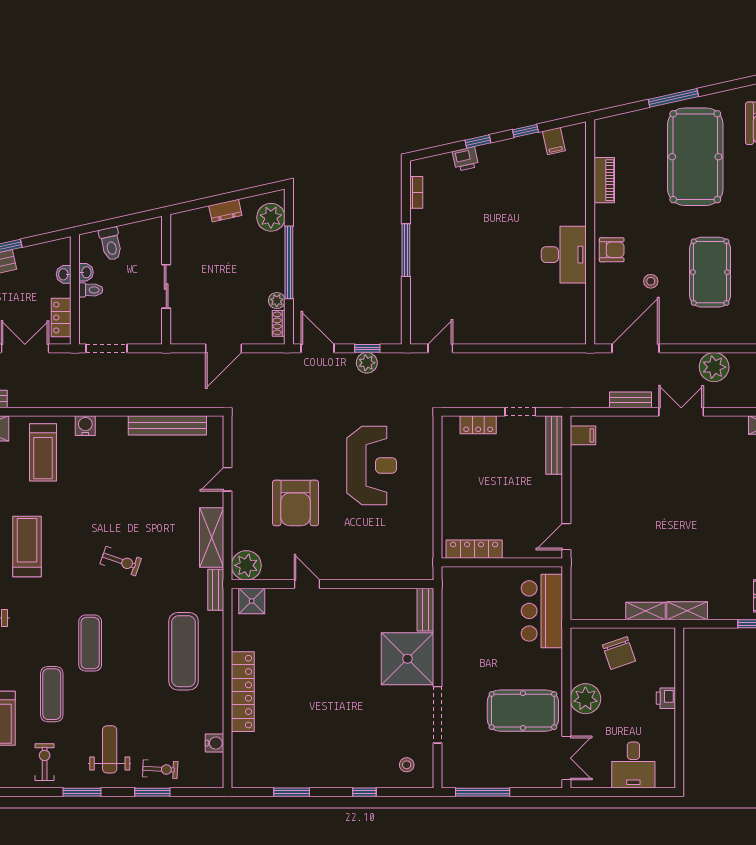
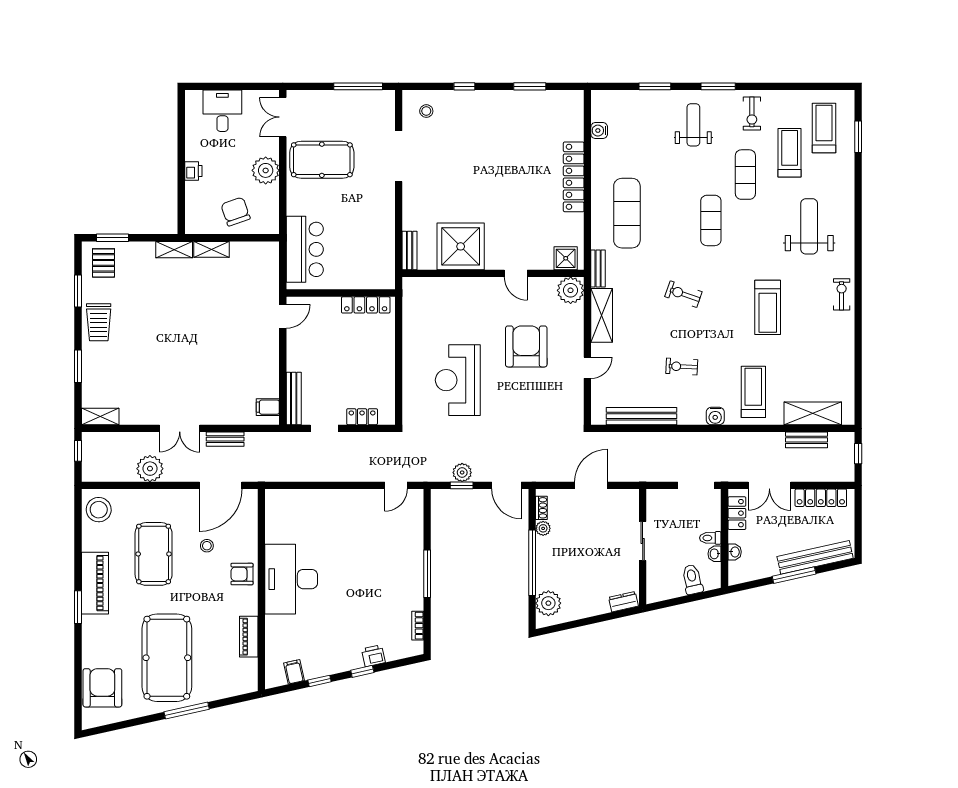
dresser: (225, 211) -> (623, 602), moved
desk: (564, 255) -> (291, 579), width x1.36, depth x1.30
shower: (407, 659) -> (461, 246), moved
weight bench: (110, 749) -> (693, 125), turned 180
exercise bike: (160, 769) -> (682, 367), moved

